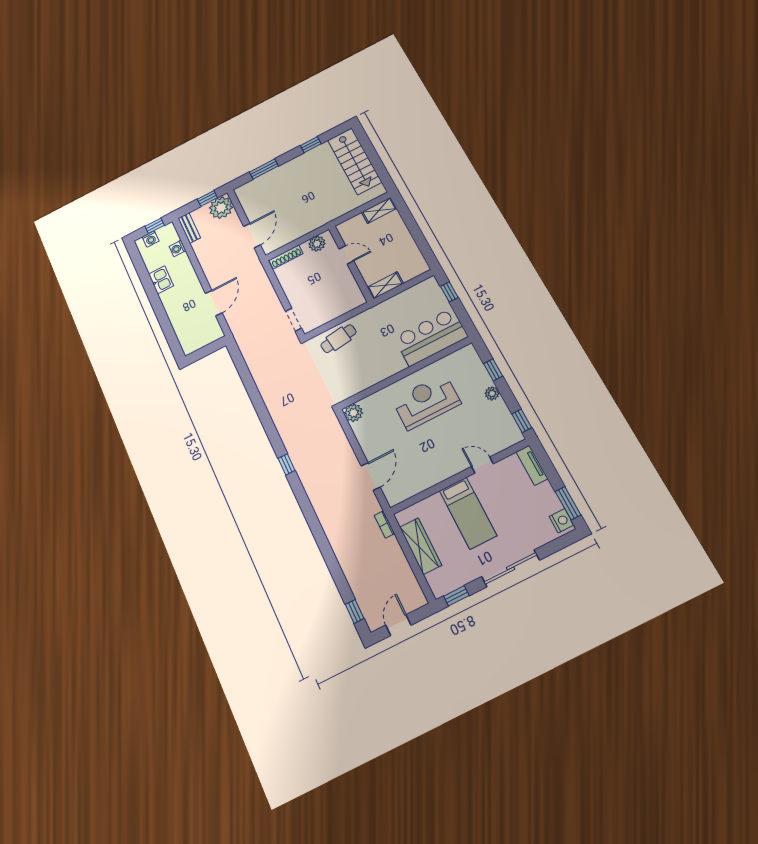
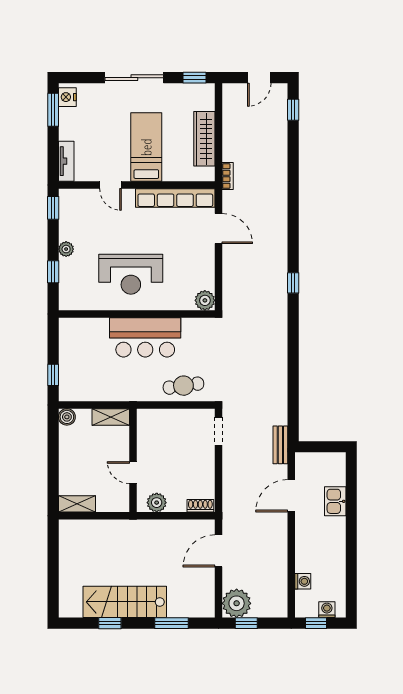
stairs: (355, 161) -> (125, 602), moved, turned -90
bench: (189, 228) -> (280, 445), moved
shoe rack: (286, 257) -> (200, 506), width x0.70
boiler: (421, 267) -> (67, 417), added
kitchen sink: (161, 280) -> (335, 501), moved
bar counter: (431, 337) -> (145, 337), moved
door: (371, 476) -> (219, 229), swing flipped
row of seats: (420, 483) -> (175, 198), added

